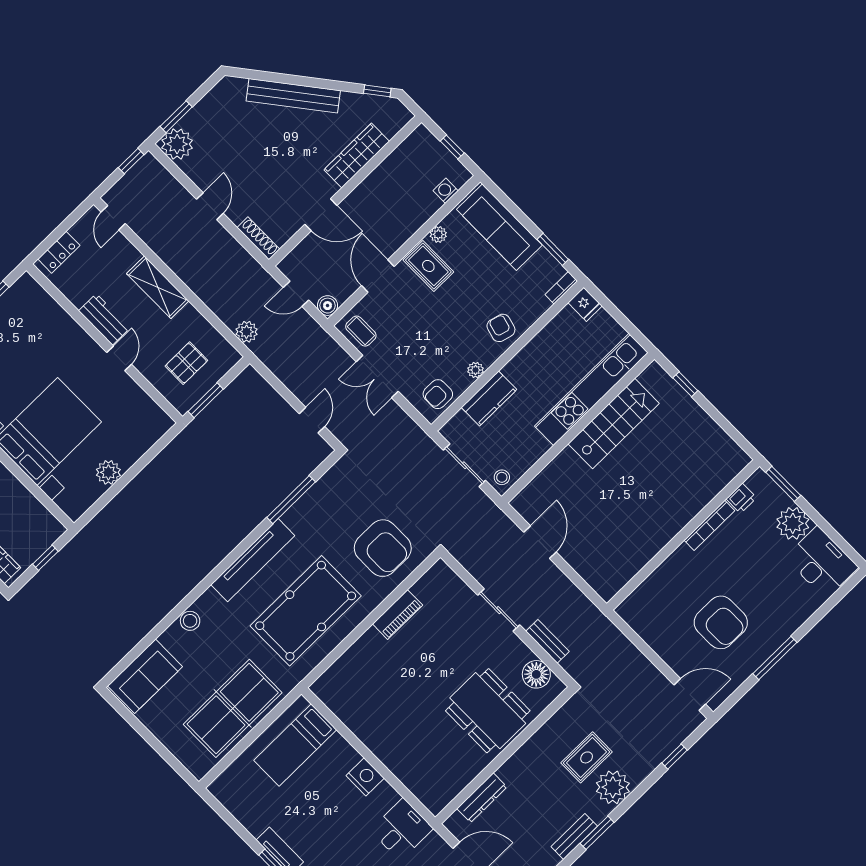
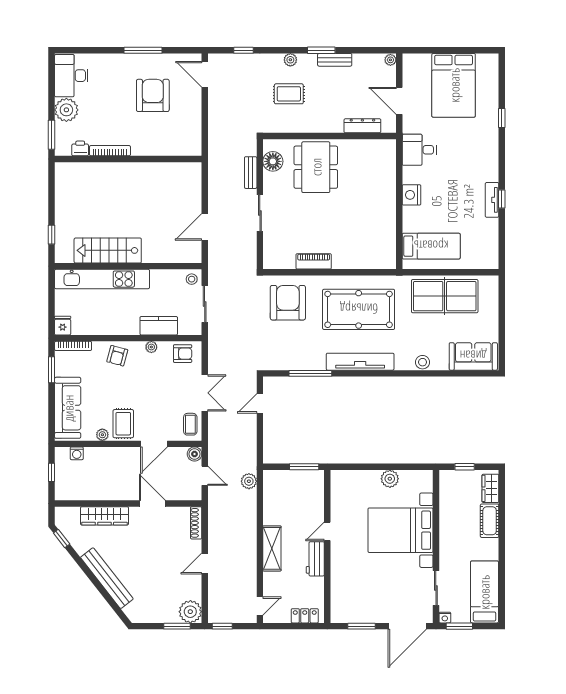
bookcase: (561, 288) -> (73, 346), width x1.56
pallet: (186, 363) -> (295, 495), removed
plant: (613, 787) -> (290, 60), width x0.53, depth x0.53

